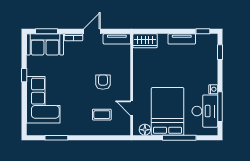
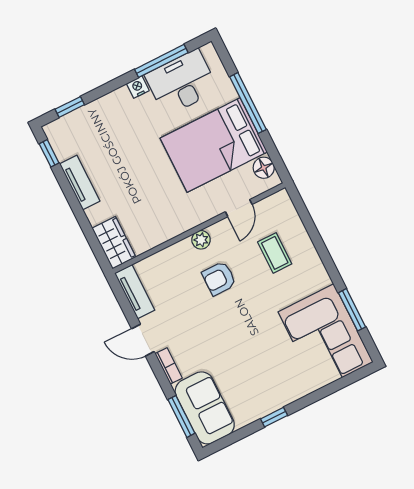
plant: (126, 83) -> (201, 240), added
corner sofa: (43, 100) -> (326, 337), moved, turned -90

